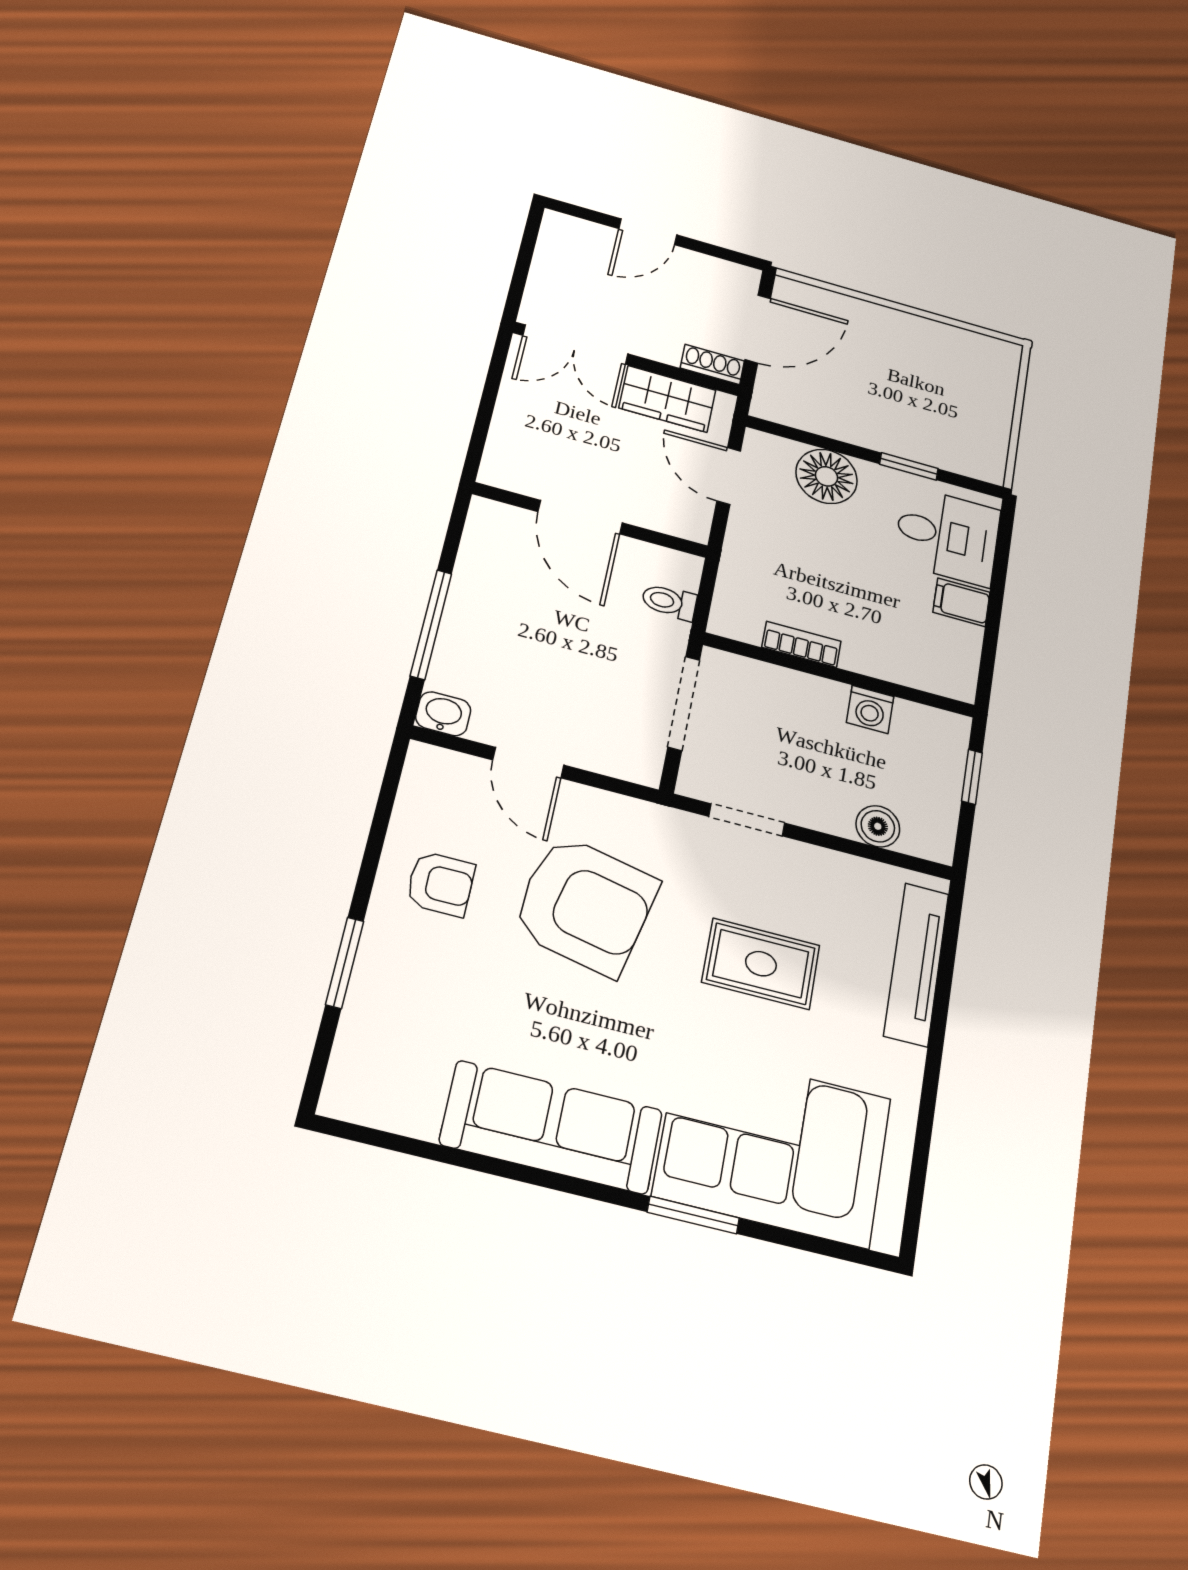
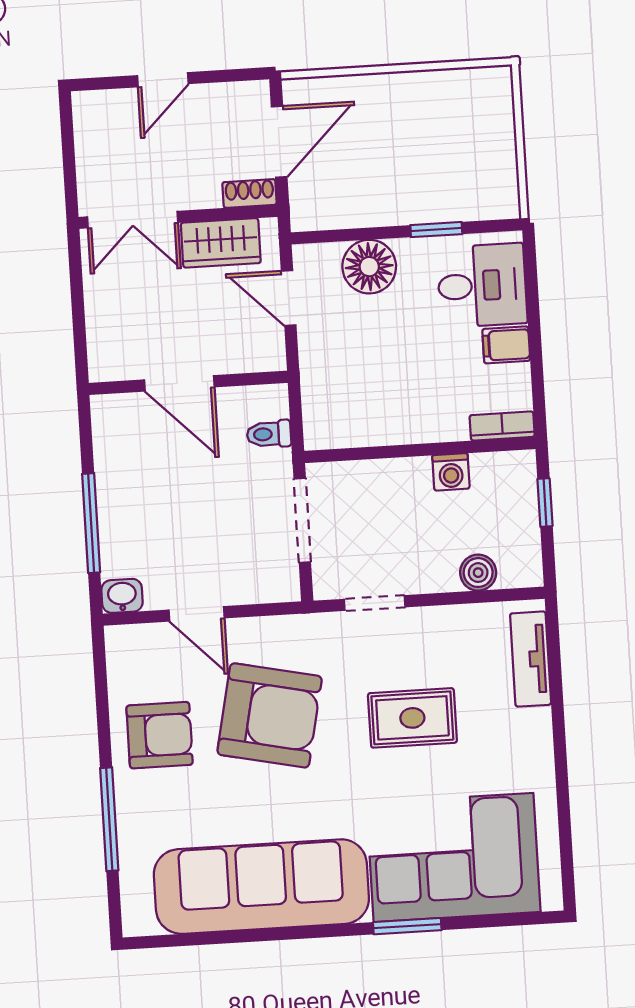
bookcase: (801, 644) -> (502, 426), moved
armchair: (441, 884) -> (160, 735), width x1.38, depth x1.38
window: (345, 963) -> (109, 819), width x1.44
tv unit: (916, 964) -> (531, 659), width x0.71
sofa: (552, 1127) -> (261, 887), width x1.36, depth x1.27

